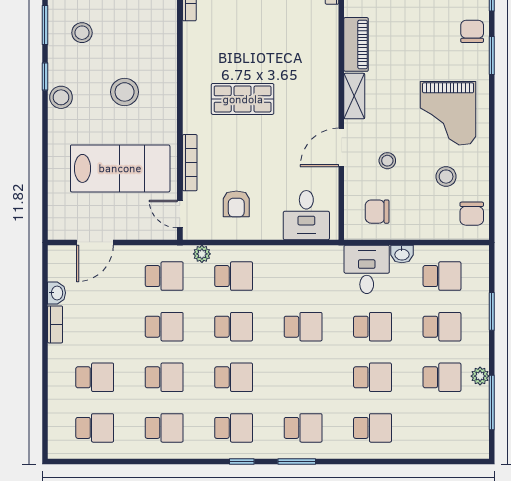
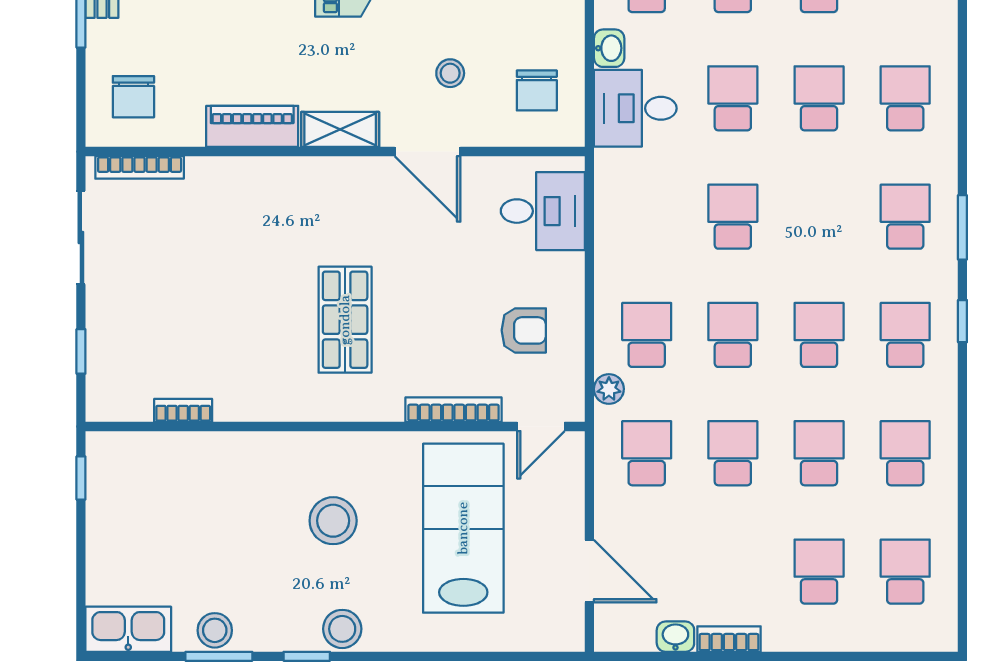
stool: (82, 33) -> (215, 630), moved

